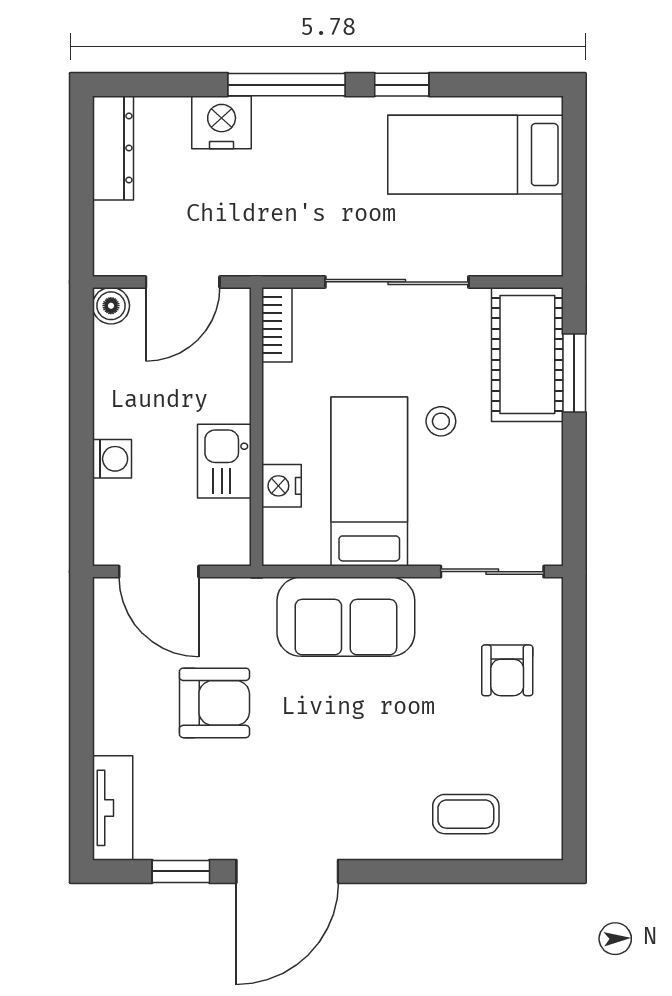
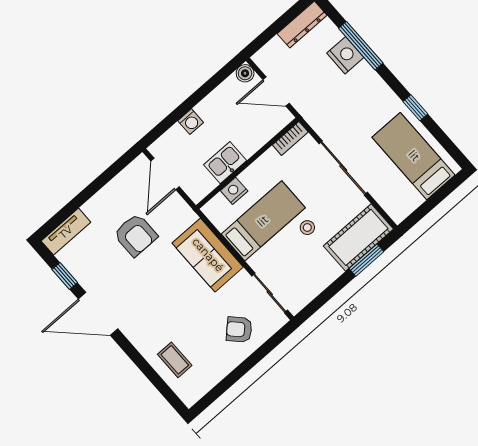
window: (286, 85) -> (361, 46), moved
armchair: (507, 670) -> (239, 329), turned 46

